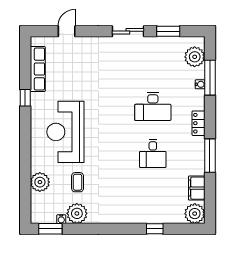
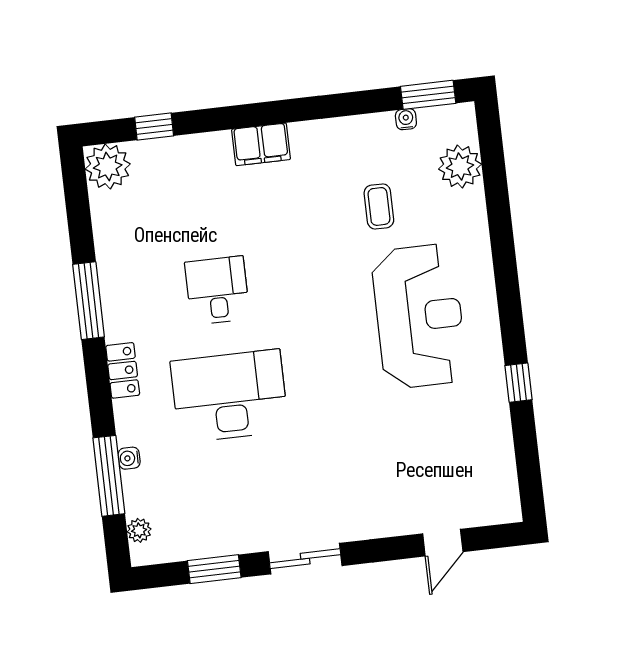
plant: (195, 57) -> (139, 530), width x0.53, depth x0.53
row of seats: (38, 69) -> (498, 450), removed
desk: (153, 106) -> (230, 396), width x1.36, depth x1.30
plant: (40, 182) -> (460, 167), moved
filing cabinet: (197, 188) -> (261, 144), moved, turned 90
plant: (77, 213) -> (372, 136), removed
window: (155, 229) -> (154, 127), moved

